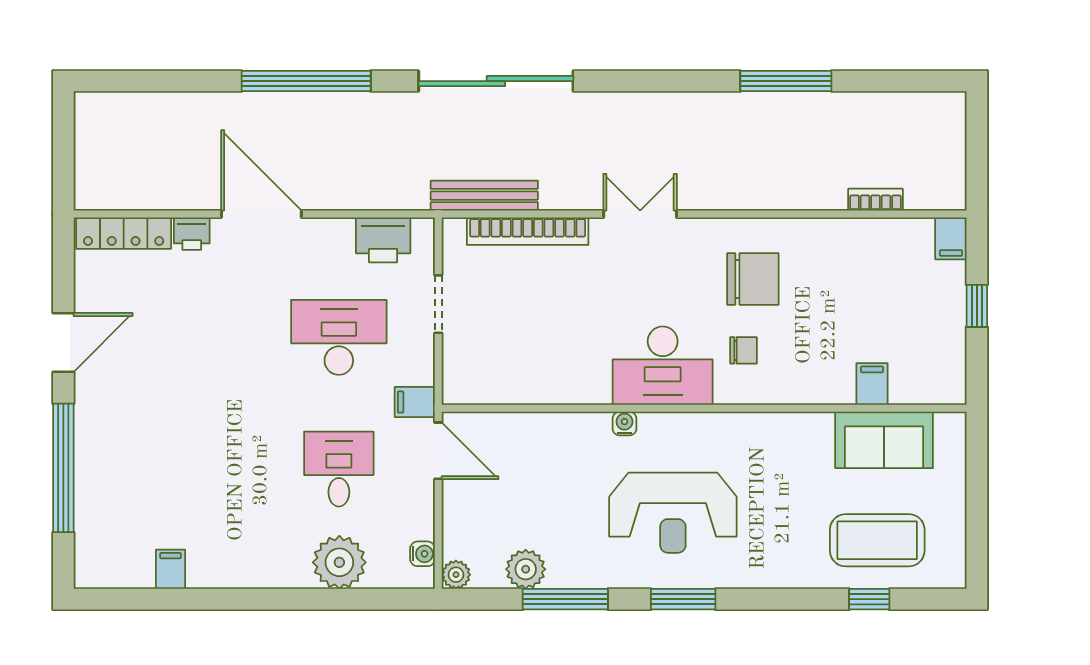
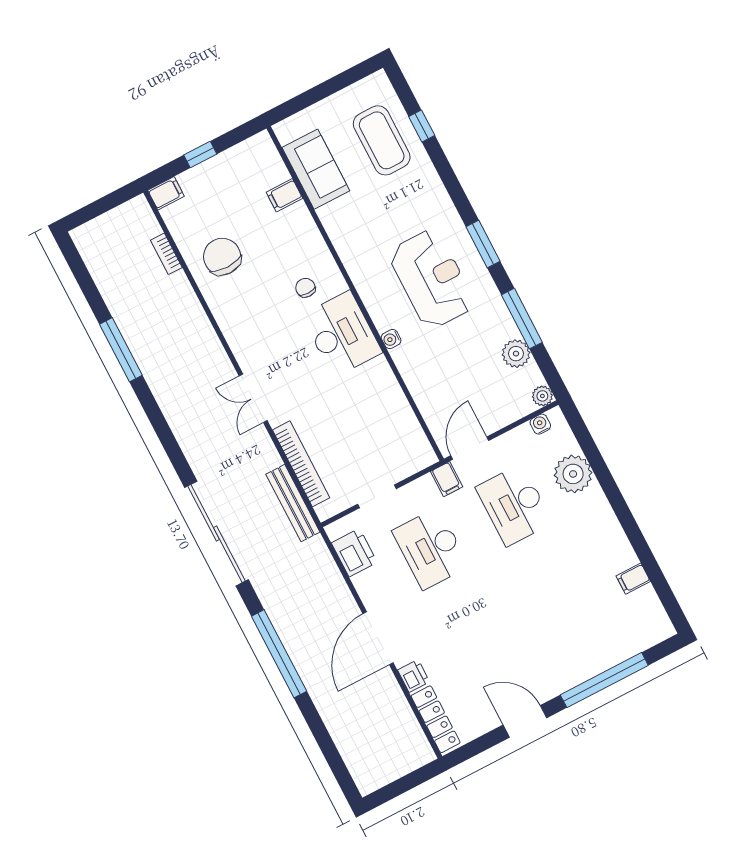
chair: (753, 279) -> (222, 257), moved
desk: (339, 469) -> (514, 505), width x1.37

